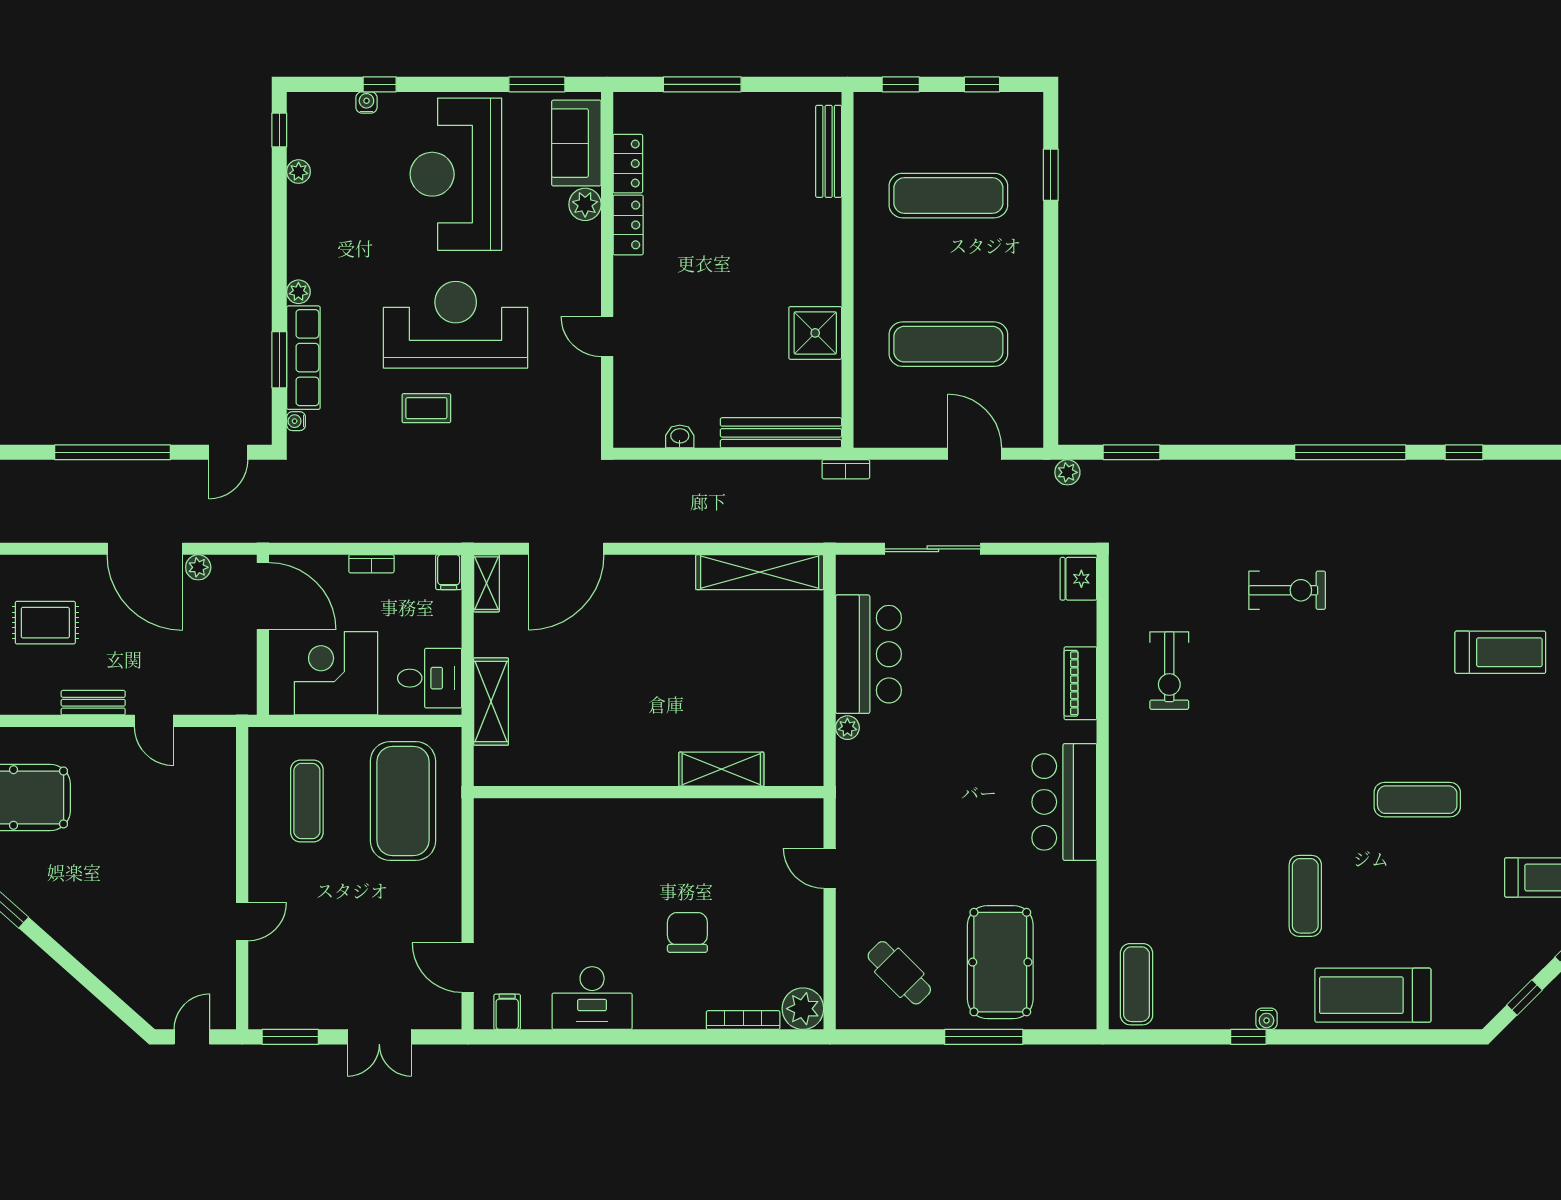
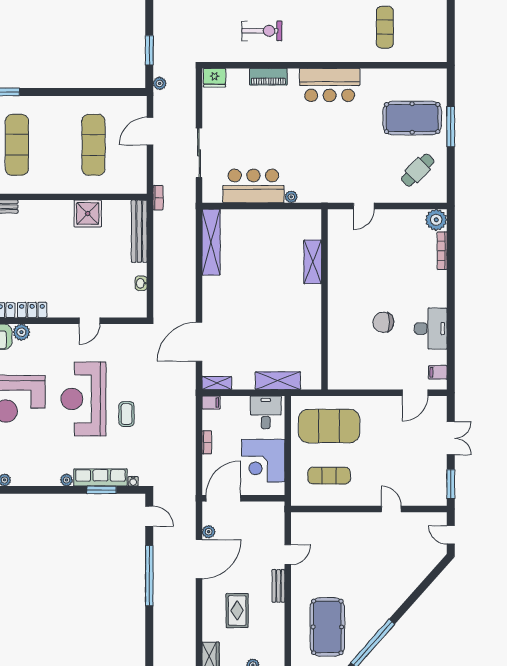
door: (566, 549) -> (199, 342), swing flipped
chair: (687, 932) -> (383, 322), moved
exercise mat: (1136, 984) -> (385, 27), moved, turned 90

